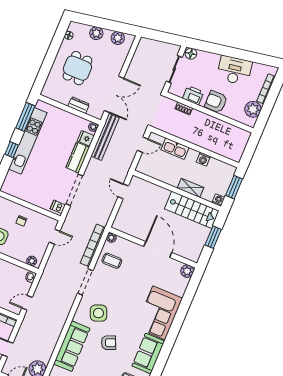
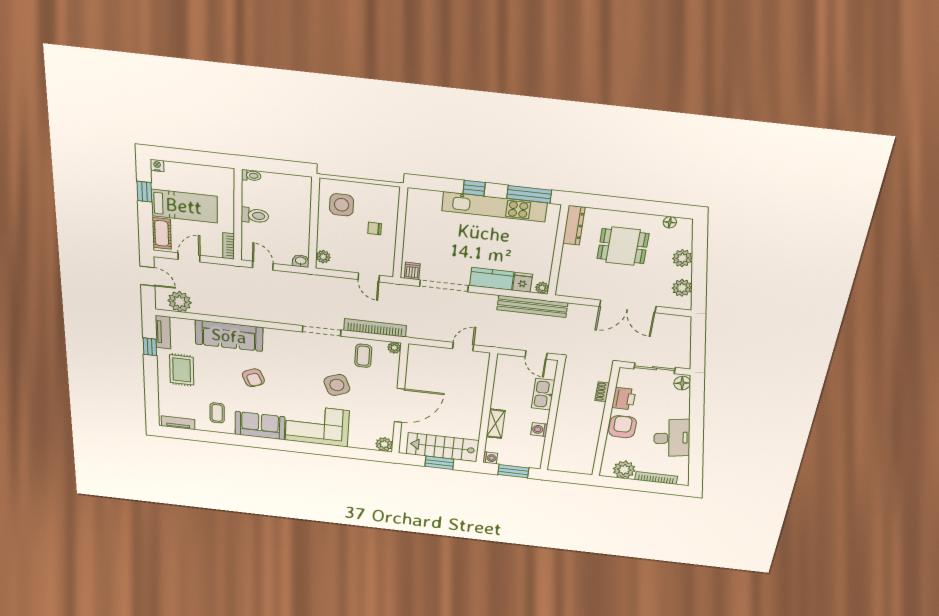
double door: (114, 94) -> (628, 306), moved
dresser: (79, 105) -> (574, 225), moved, width x1.44
stairs: (192, 210) -> (443, 447), moved, turned 90
side table: (98, 313) -> (337, 385), moved

